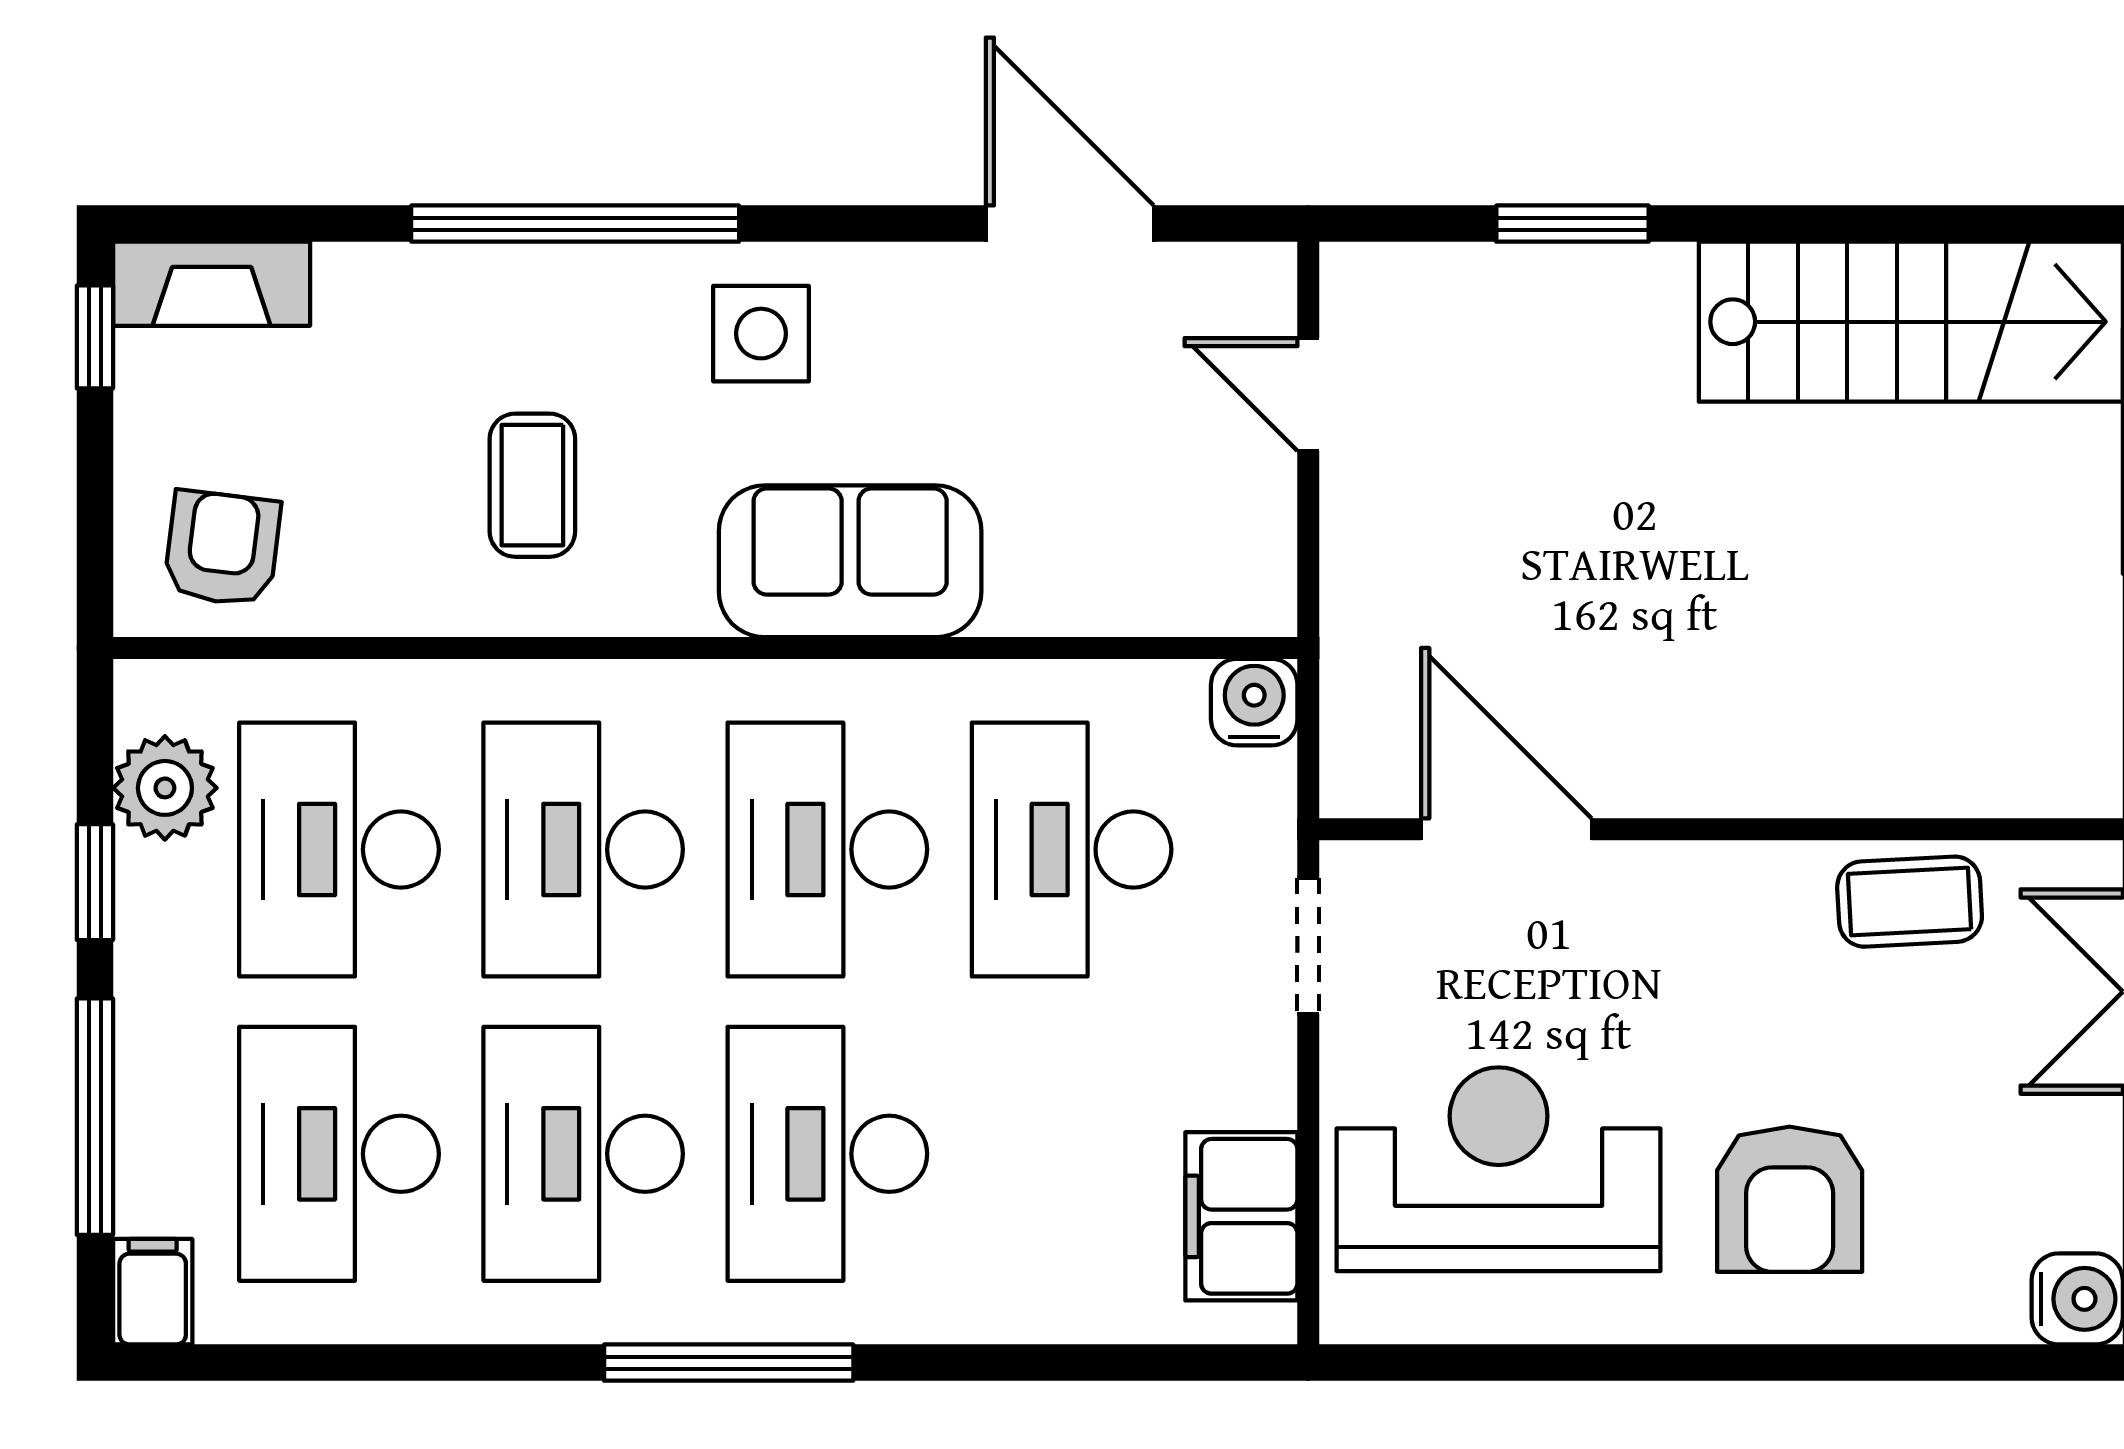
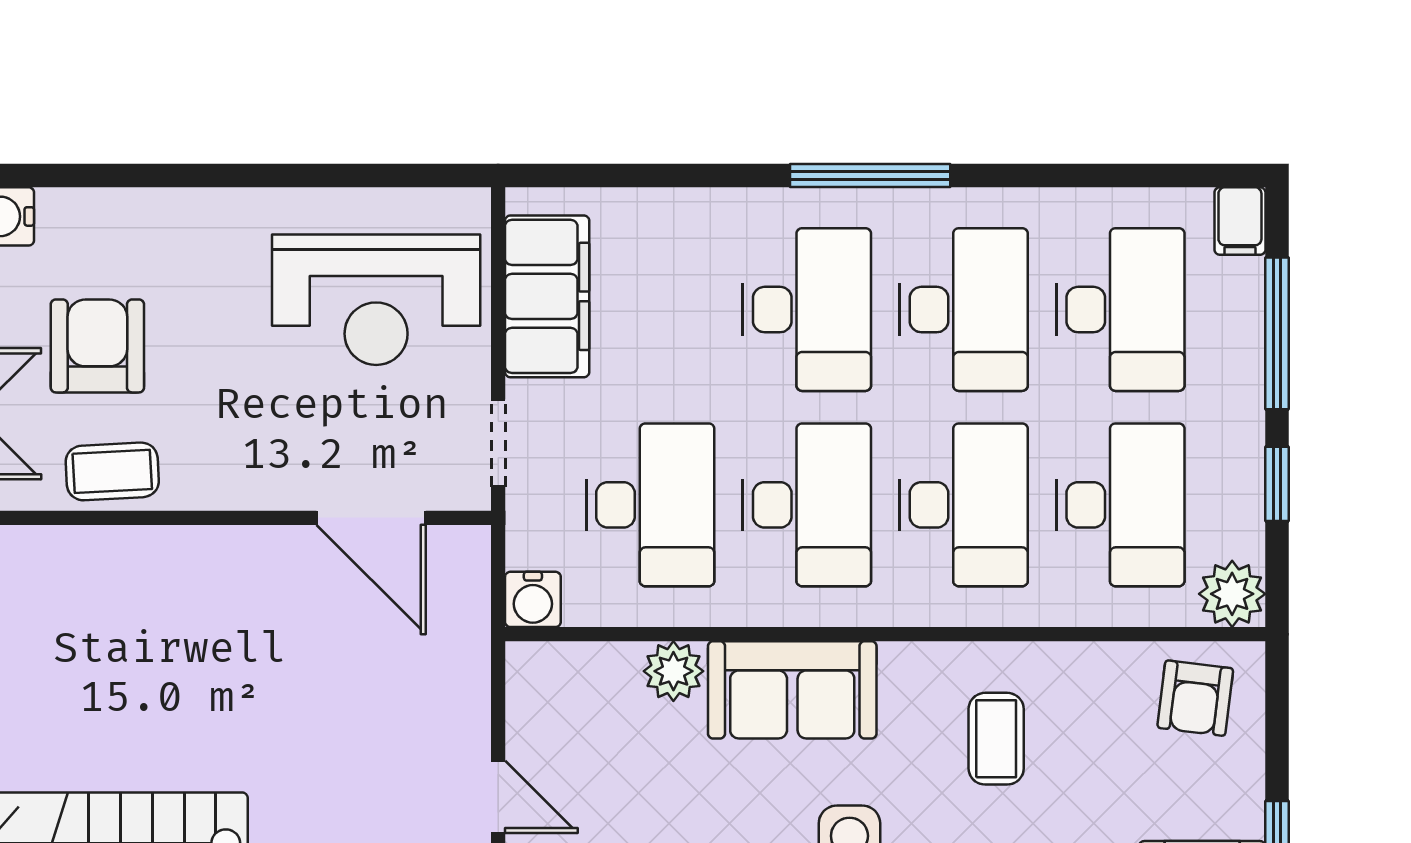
plant: (1035, 590) -> (673, 671), added
plant: (165, 788) -> (1232, 594), moved
armchair: (1790, 1199) -> (97, 346), moved
filing cabinet: (1241, 1216) -> (547, 296), width x1.50, depth x1.17

